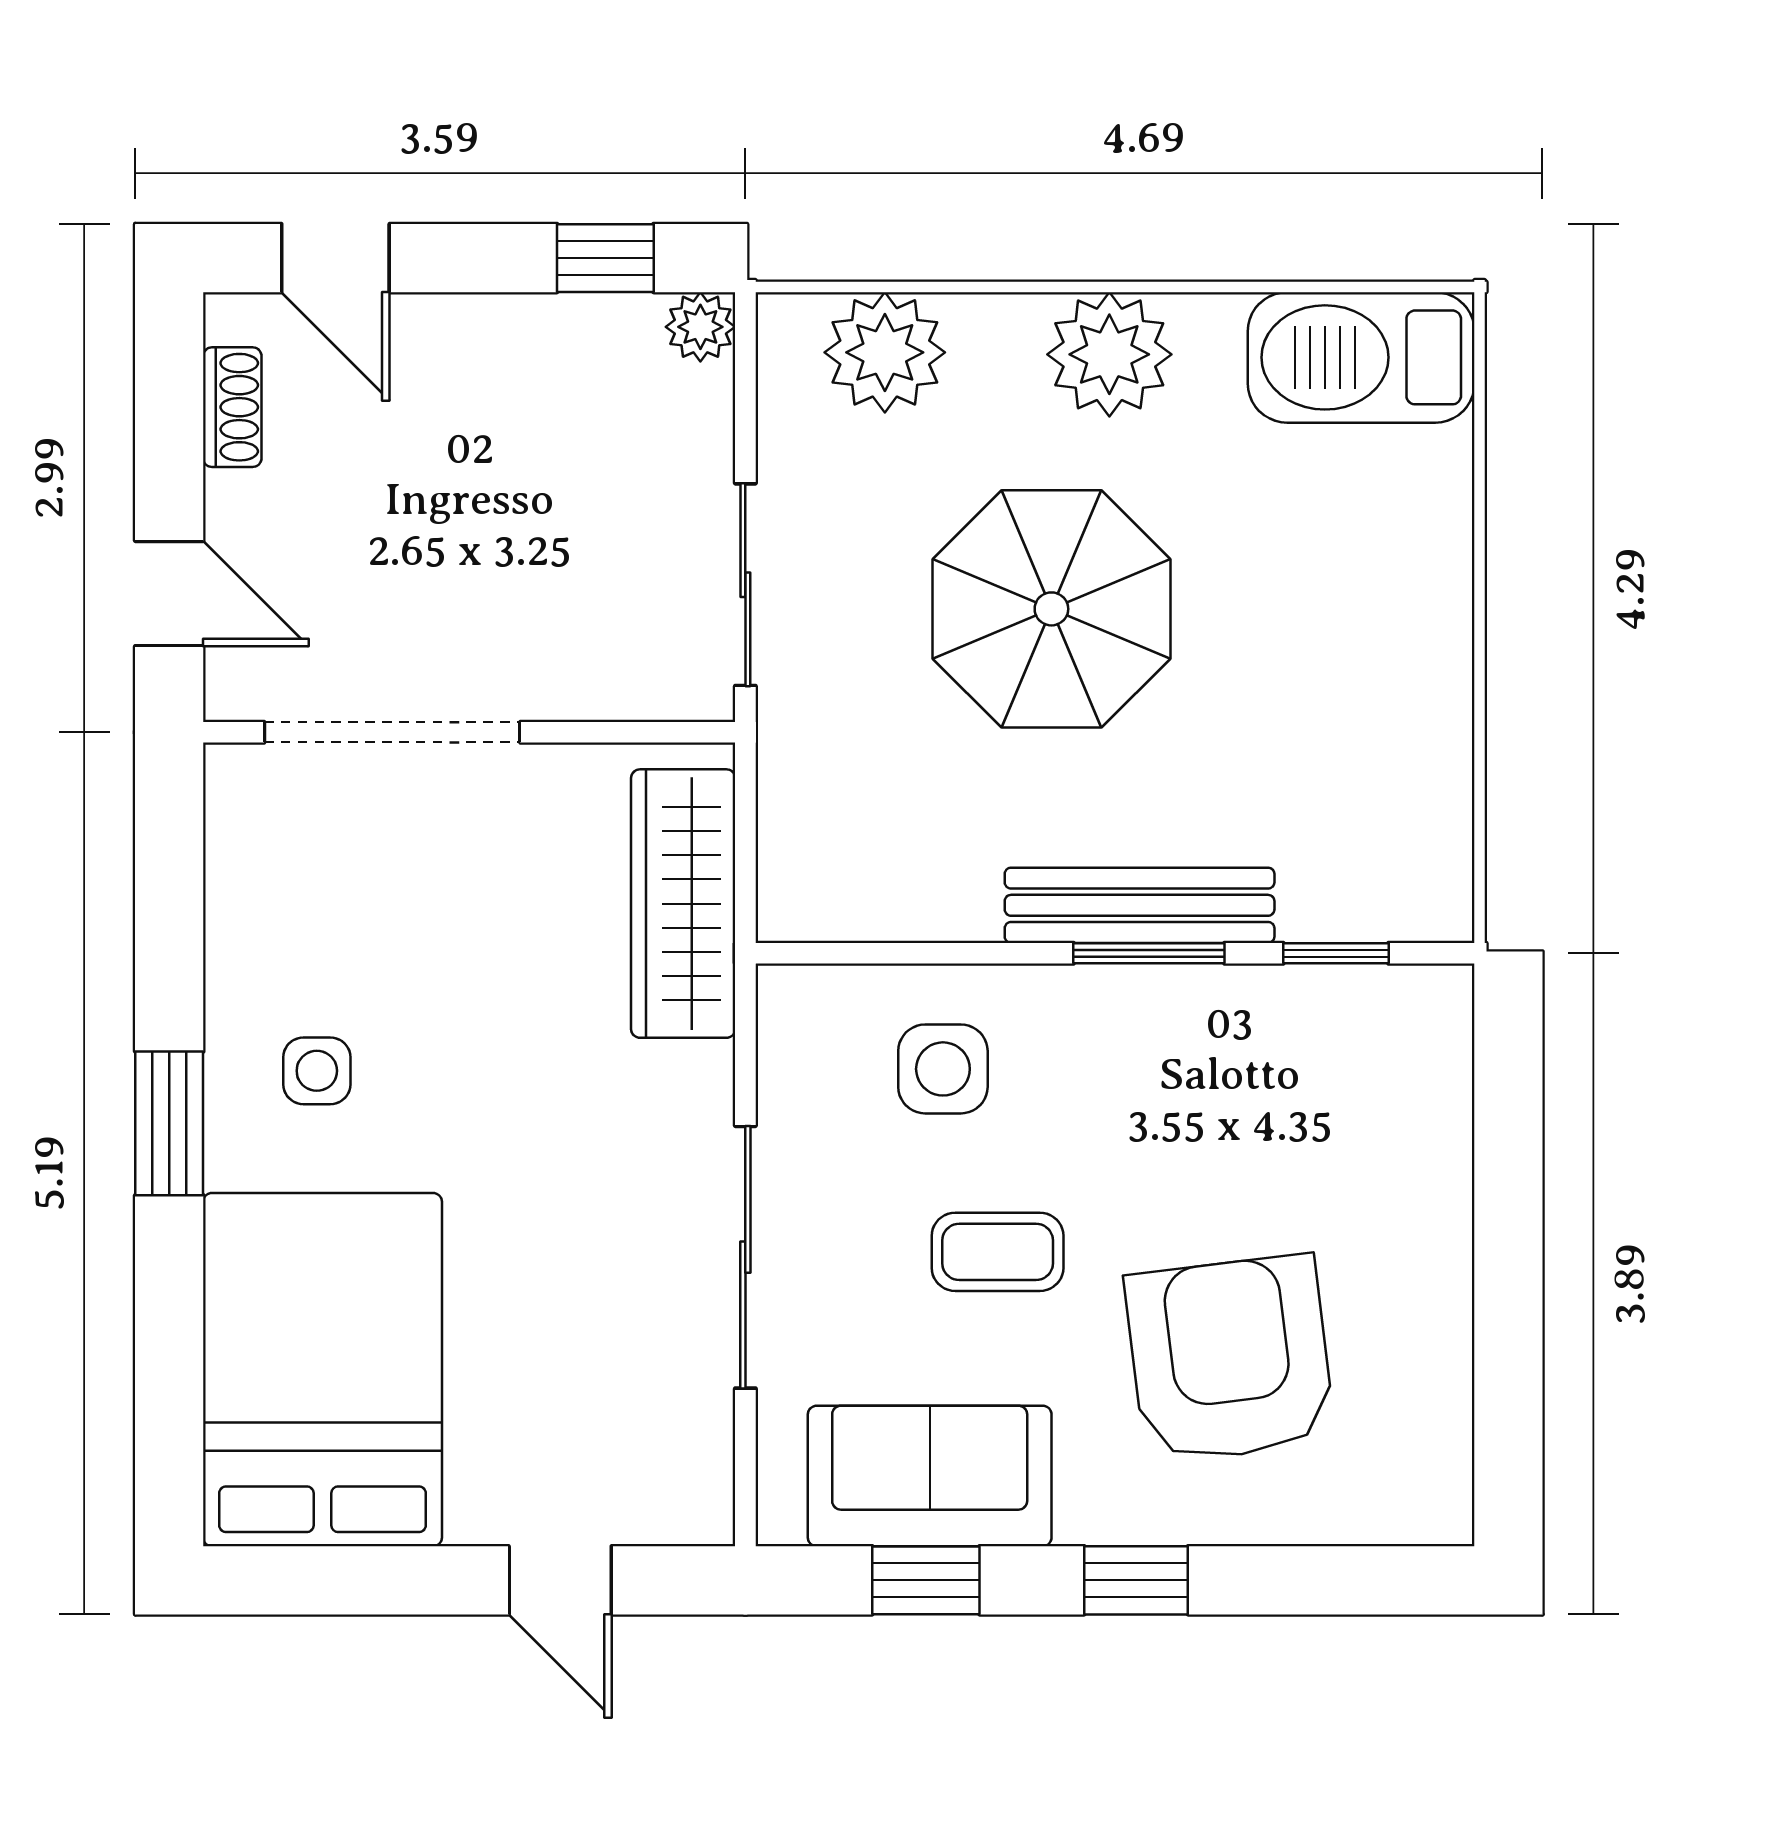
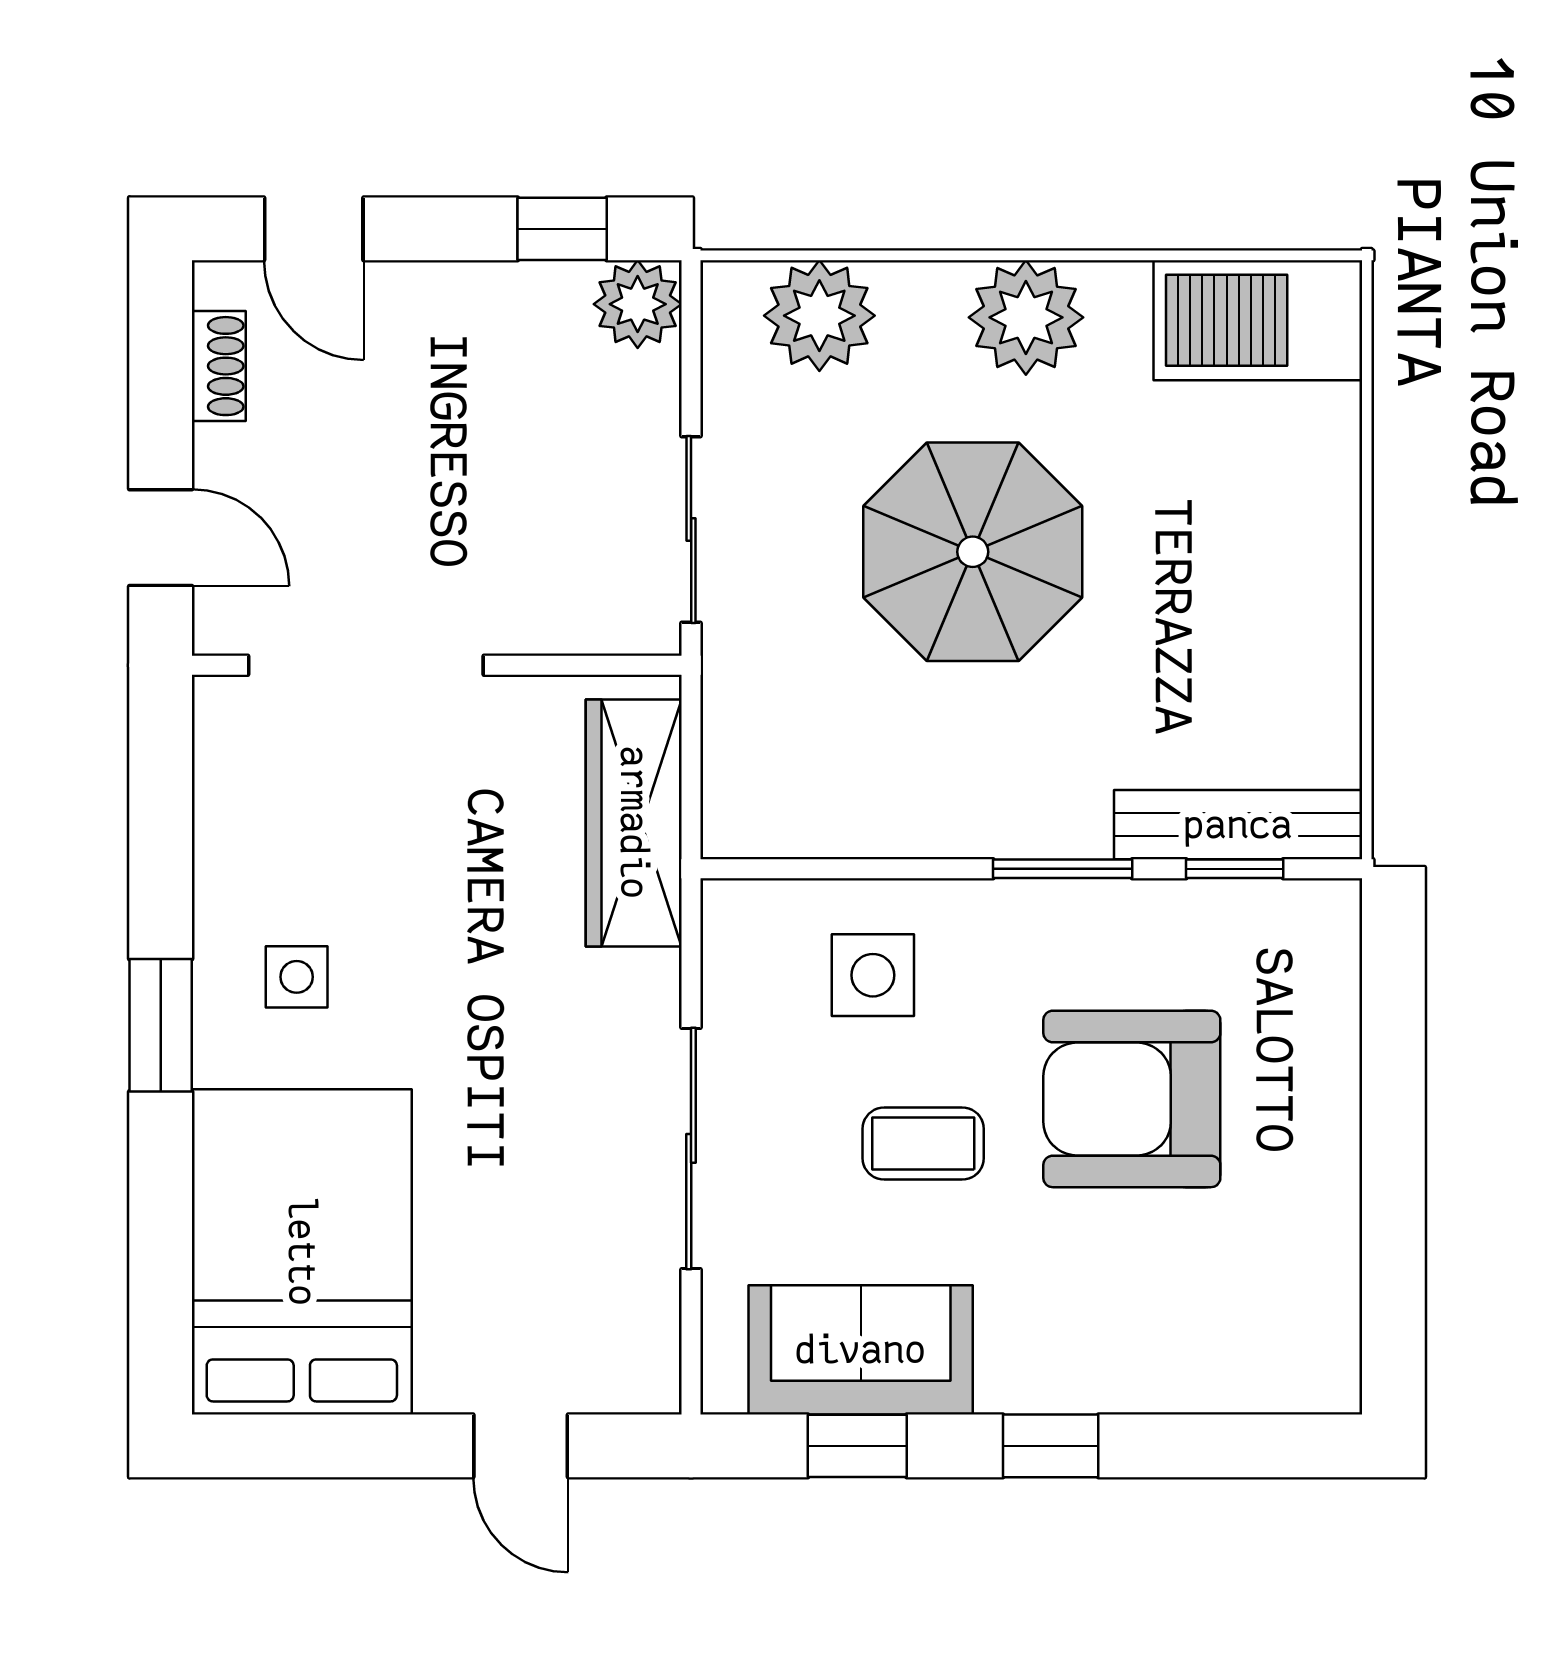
plant: (700, 327) -> (638, 304), width x1.38, depth x1.38
bench: (1140, 905) -> (1238, 825), moved
armchair: (1230, 1359) -> (1132, 1099), moved, turned -83

